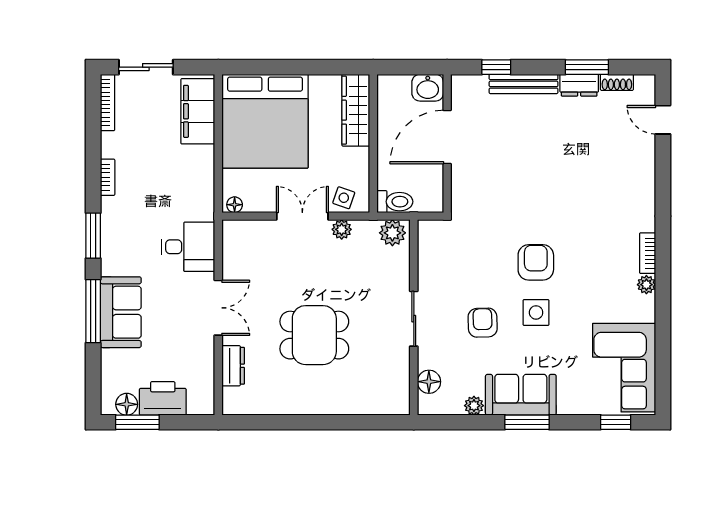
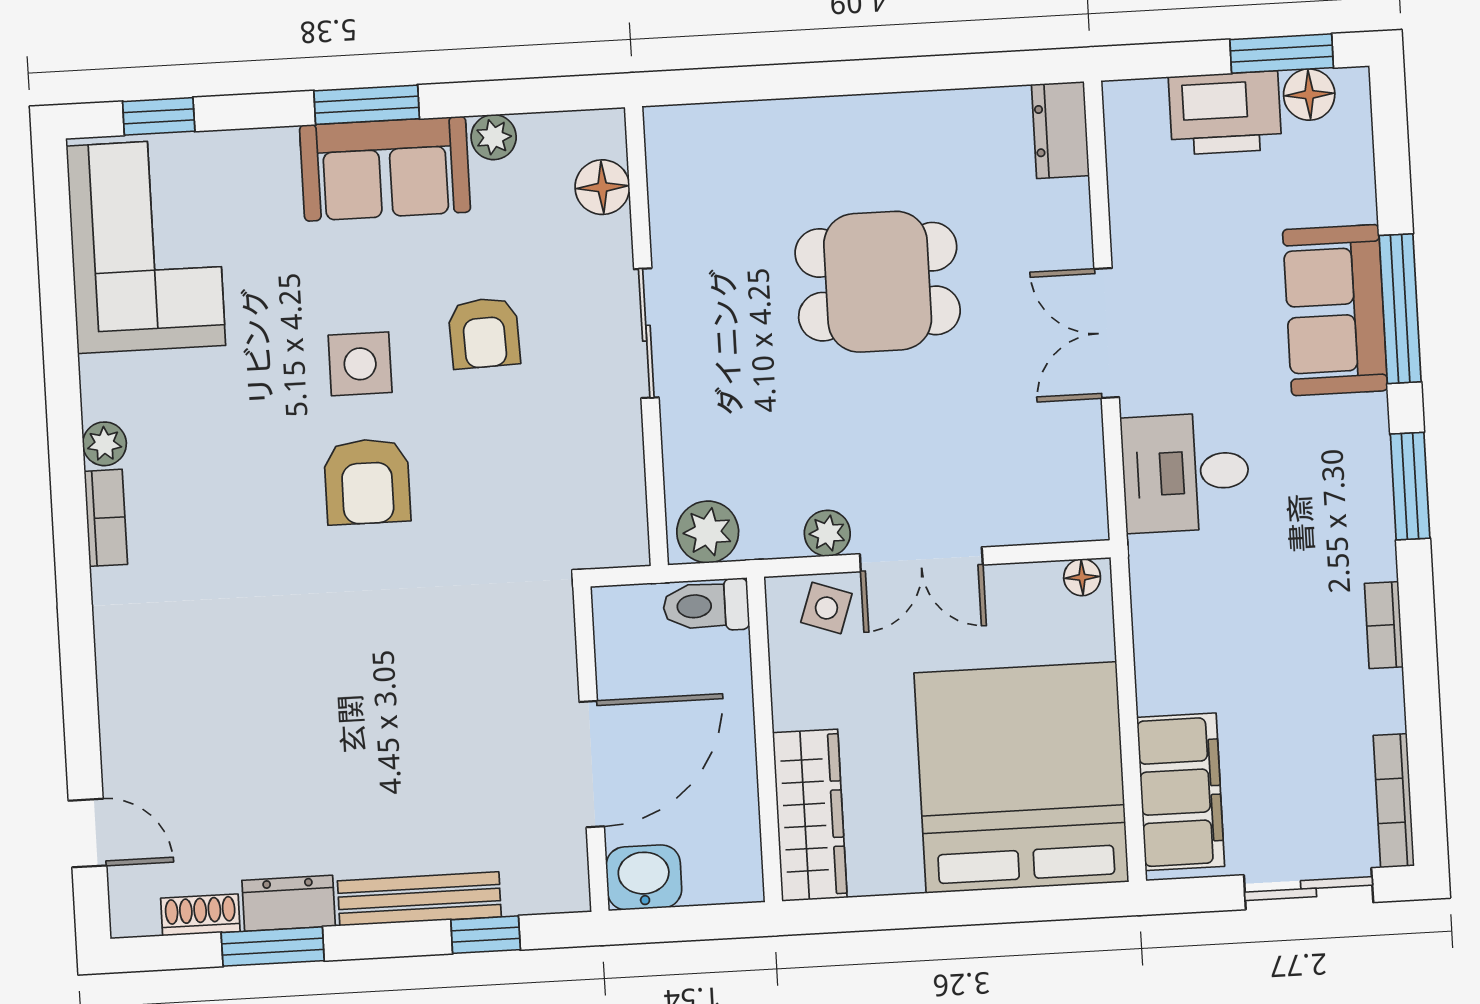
dresser: (233, 366) -> (1060, 130), moved

